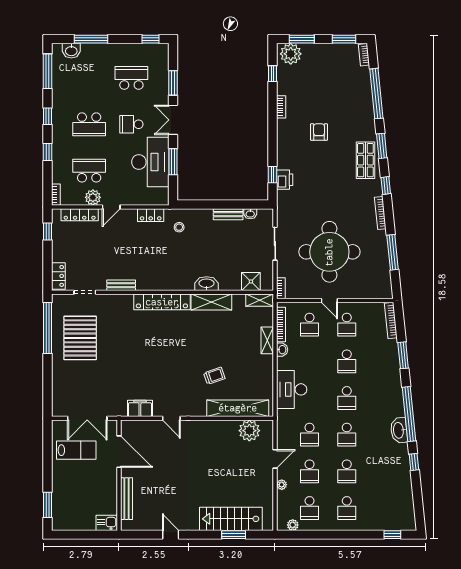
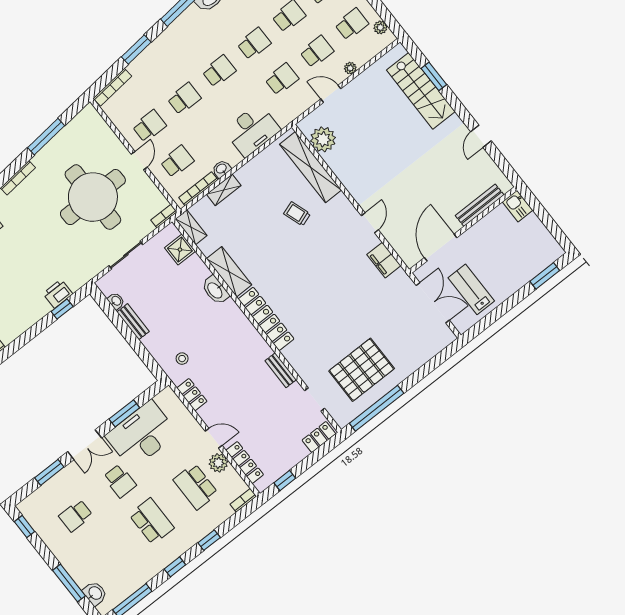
school desk: (131, 78) -> (76, 516), width x0.54

